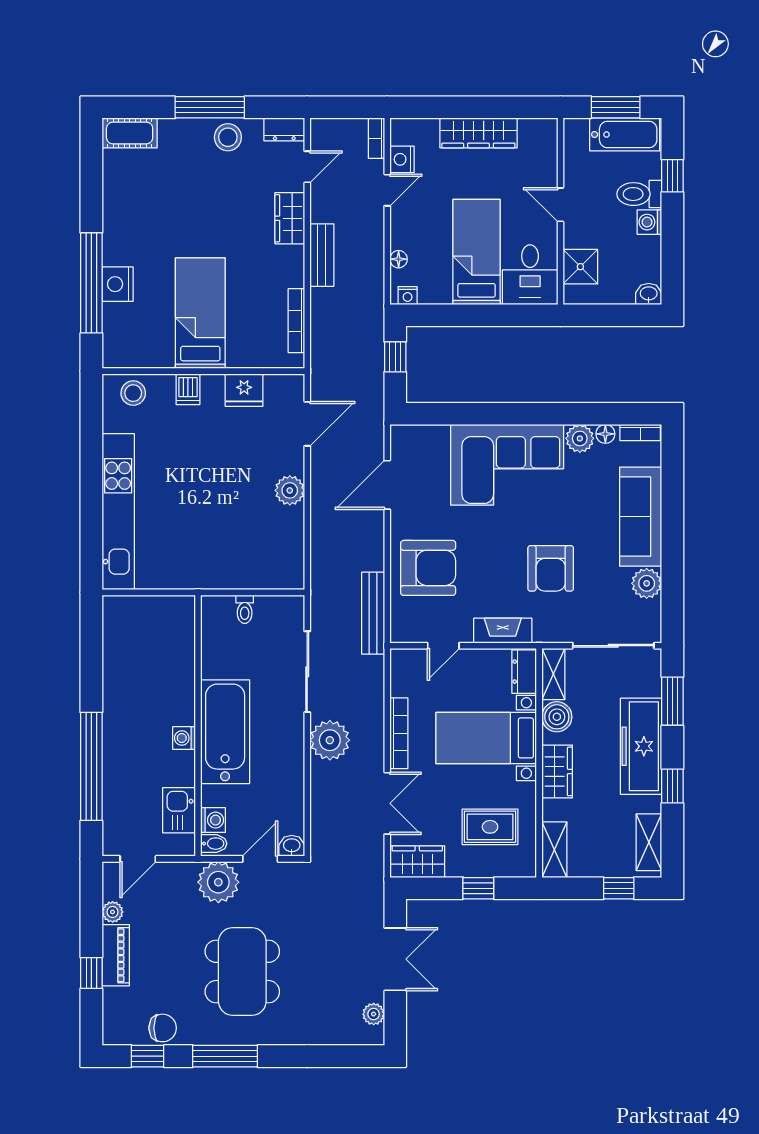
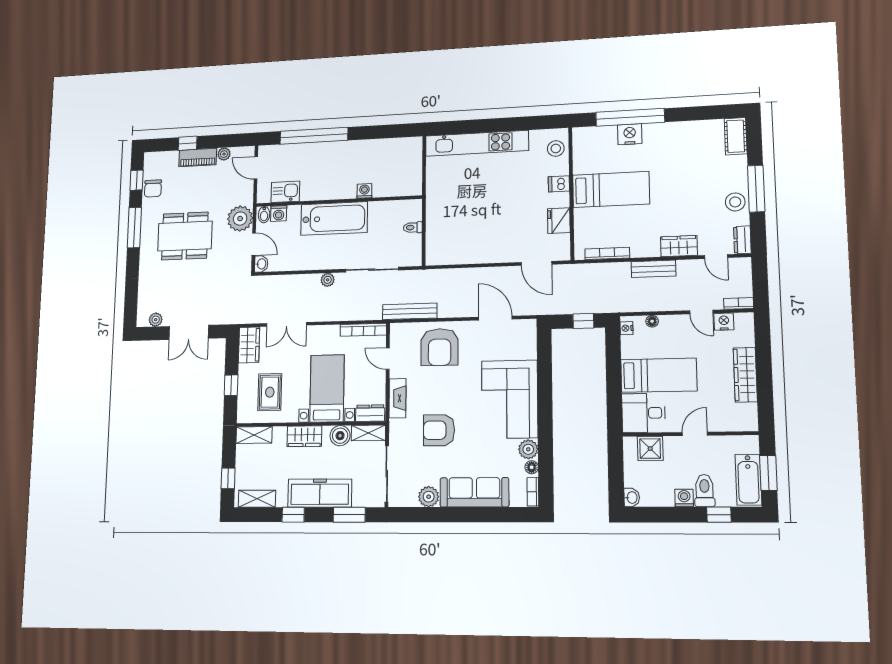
plant: (290, 490) -> (491, 254), removed
bookcase: (399, 733) -> (363, 330), moved
washing machine: (184, 738) -> (364, 191), moved
plant: (330, 740) -> (328, 280), width x0.53, depth x0.53

